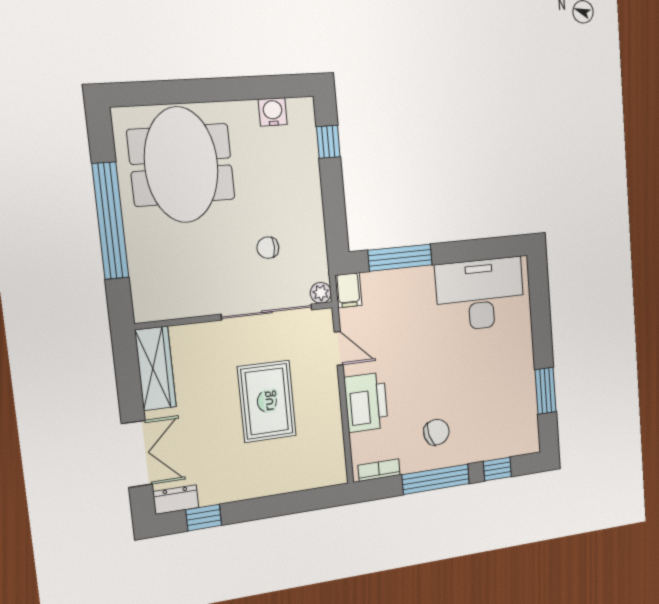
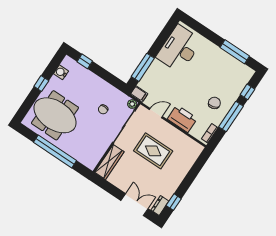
window: (221, 90) -> (41, 84), added
wardrobe: (155, 368) -> (109, 162), moved, turned 90
window: (546, 391) -> (235, 52), width x1.44

